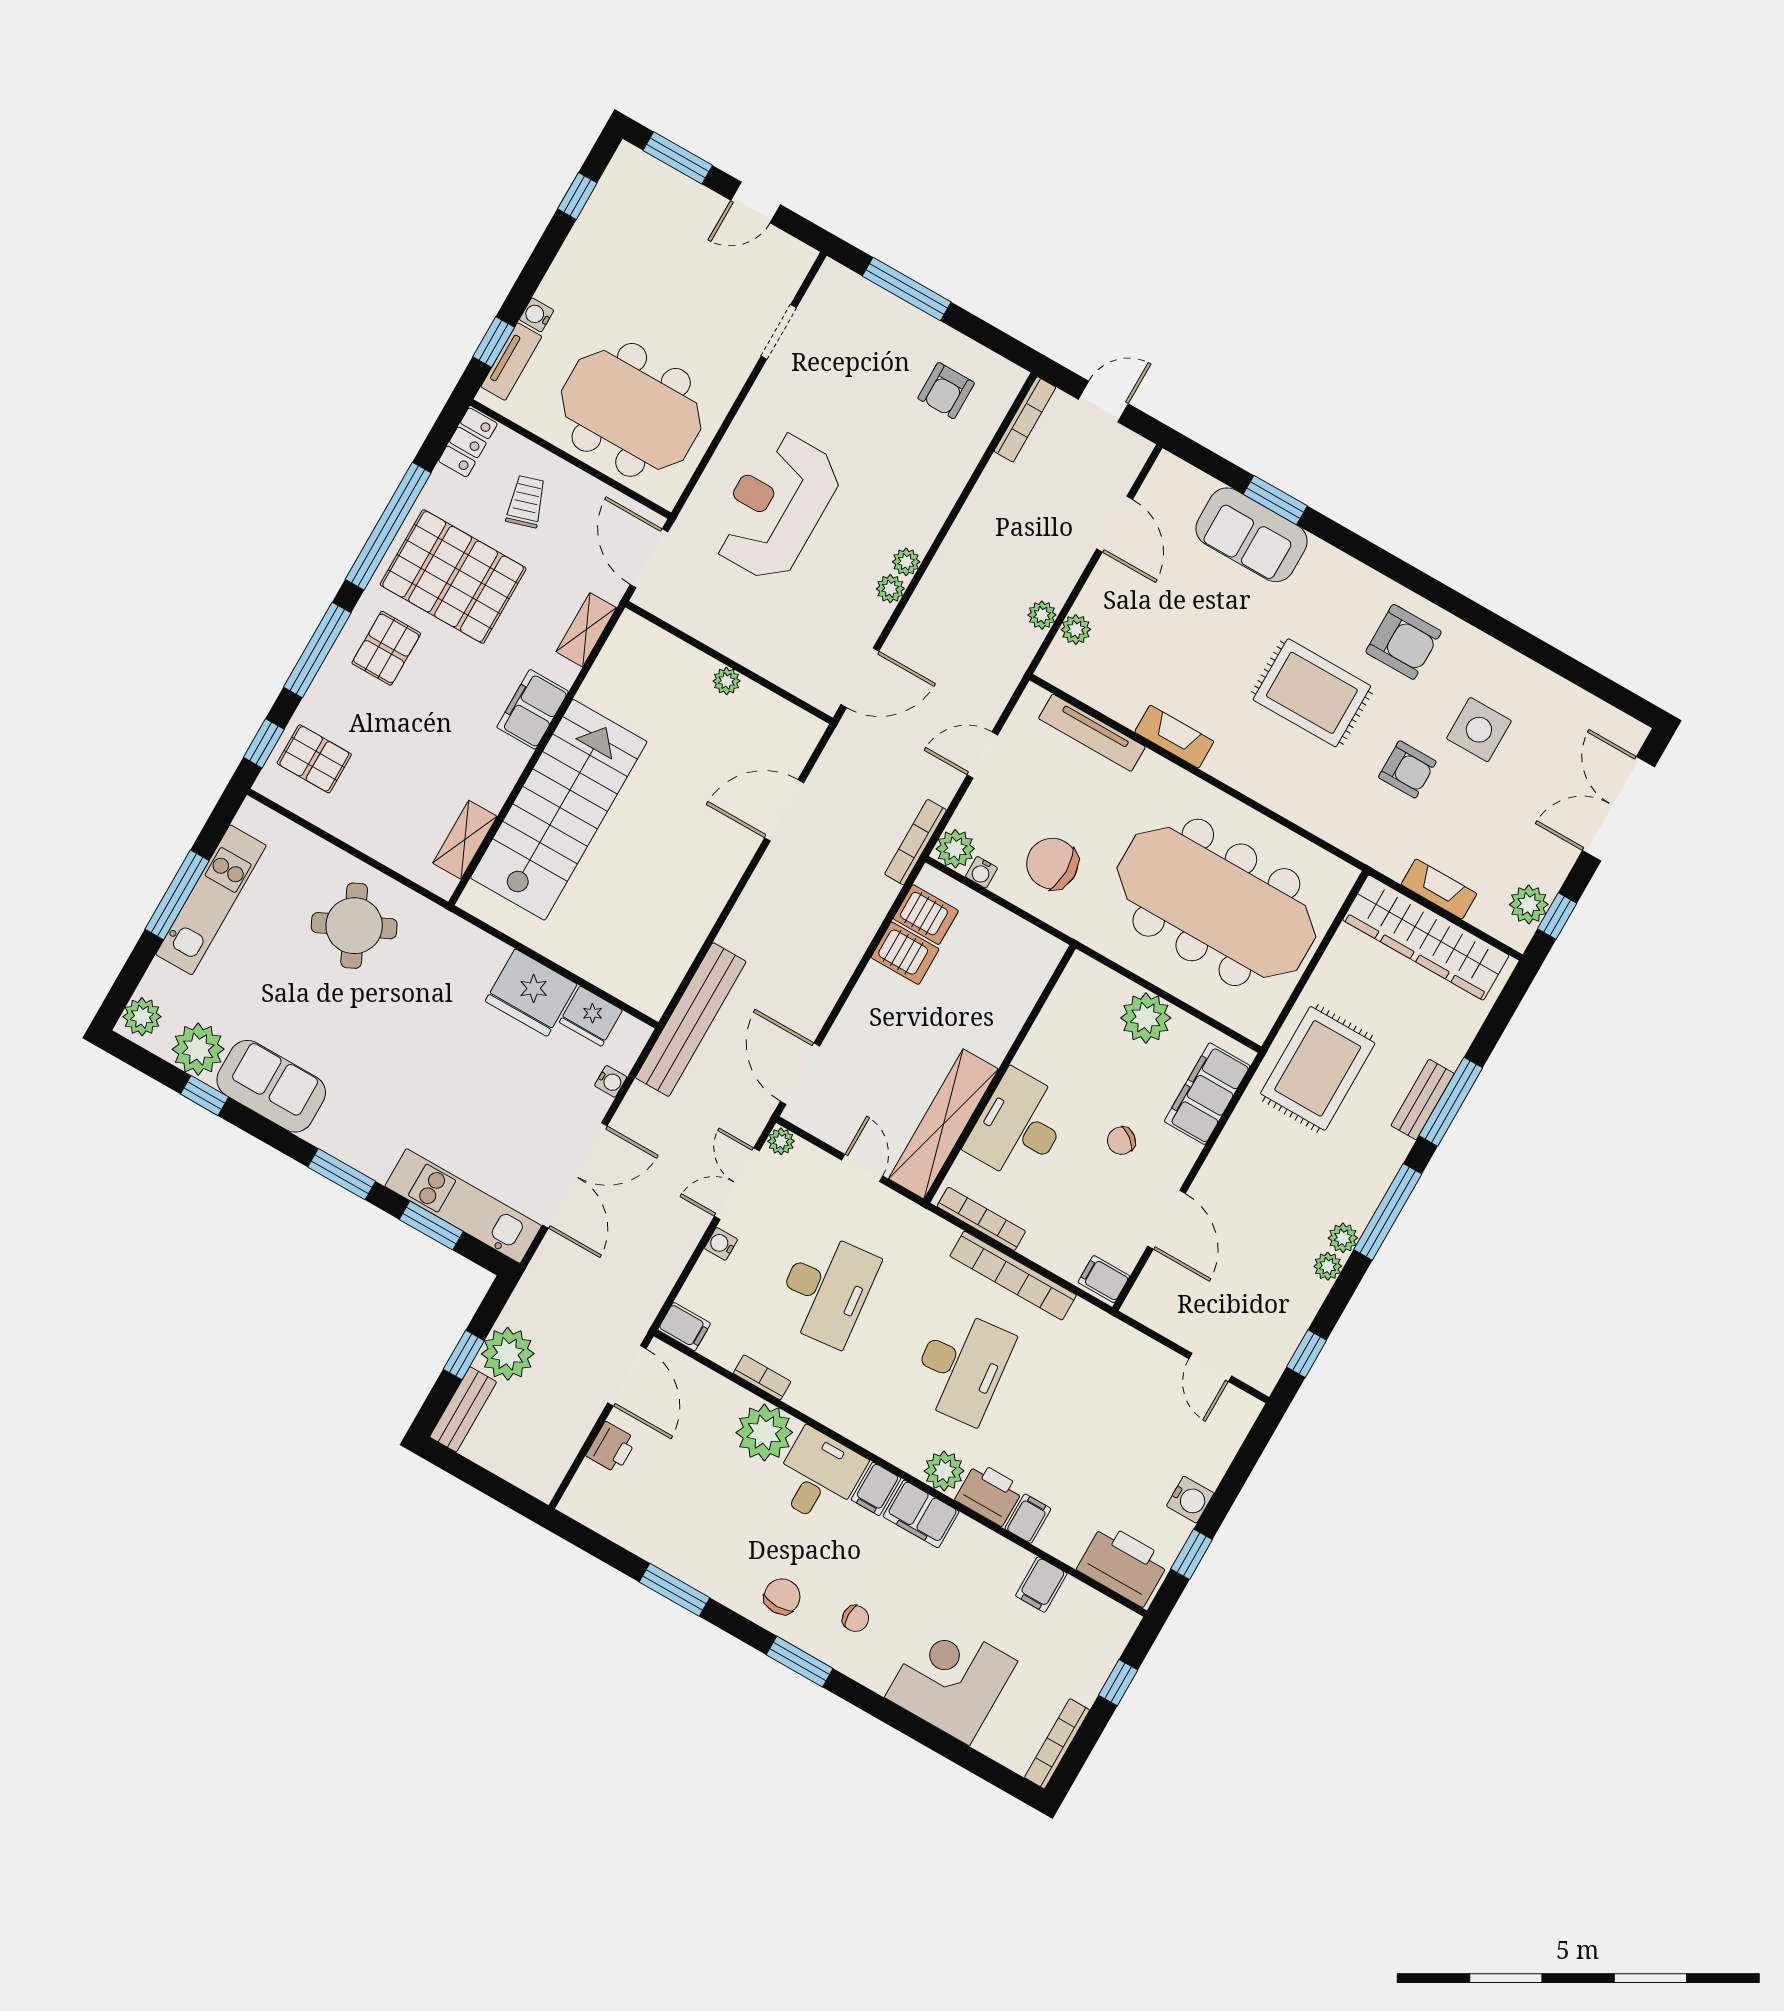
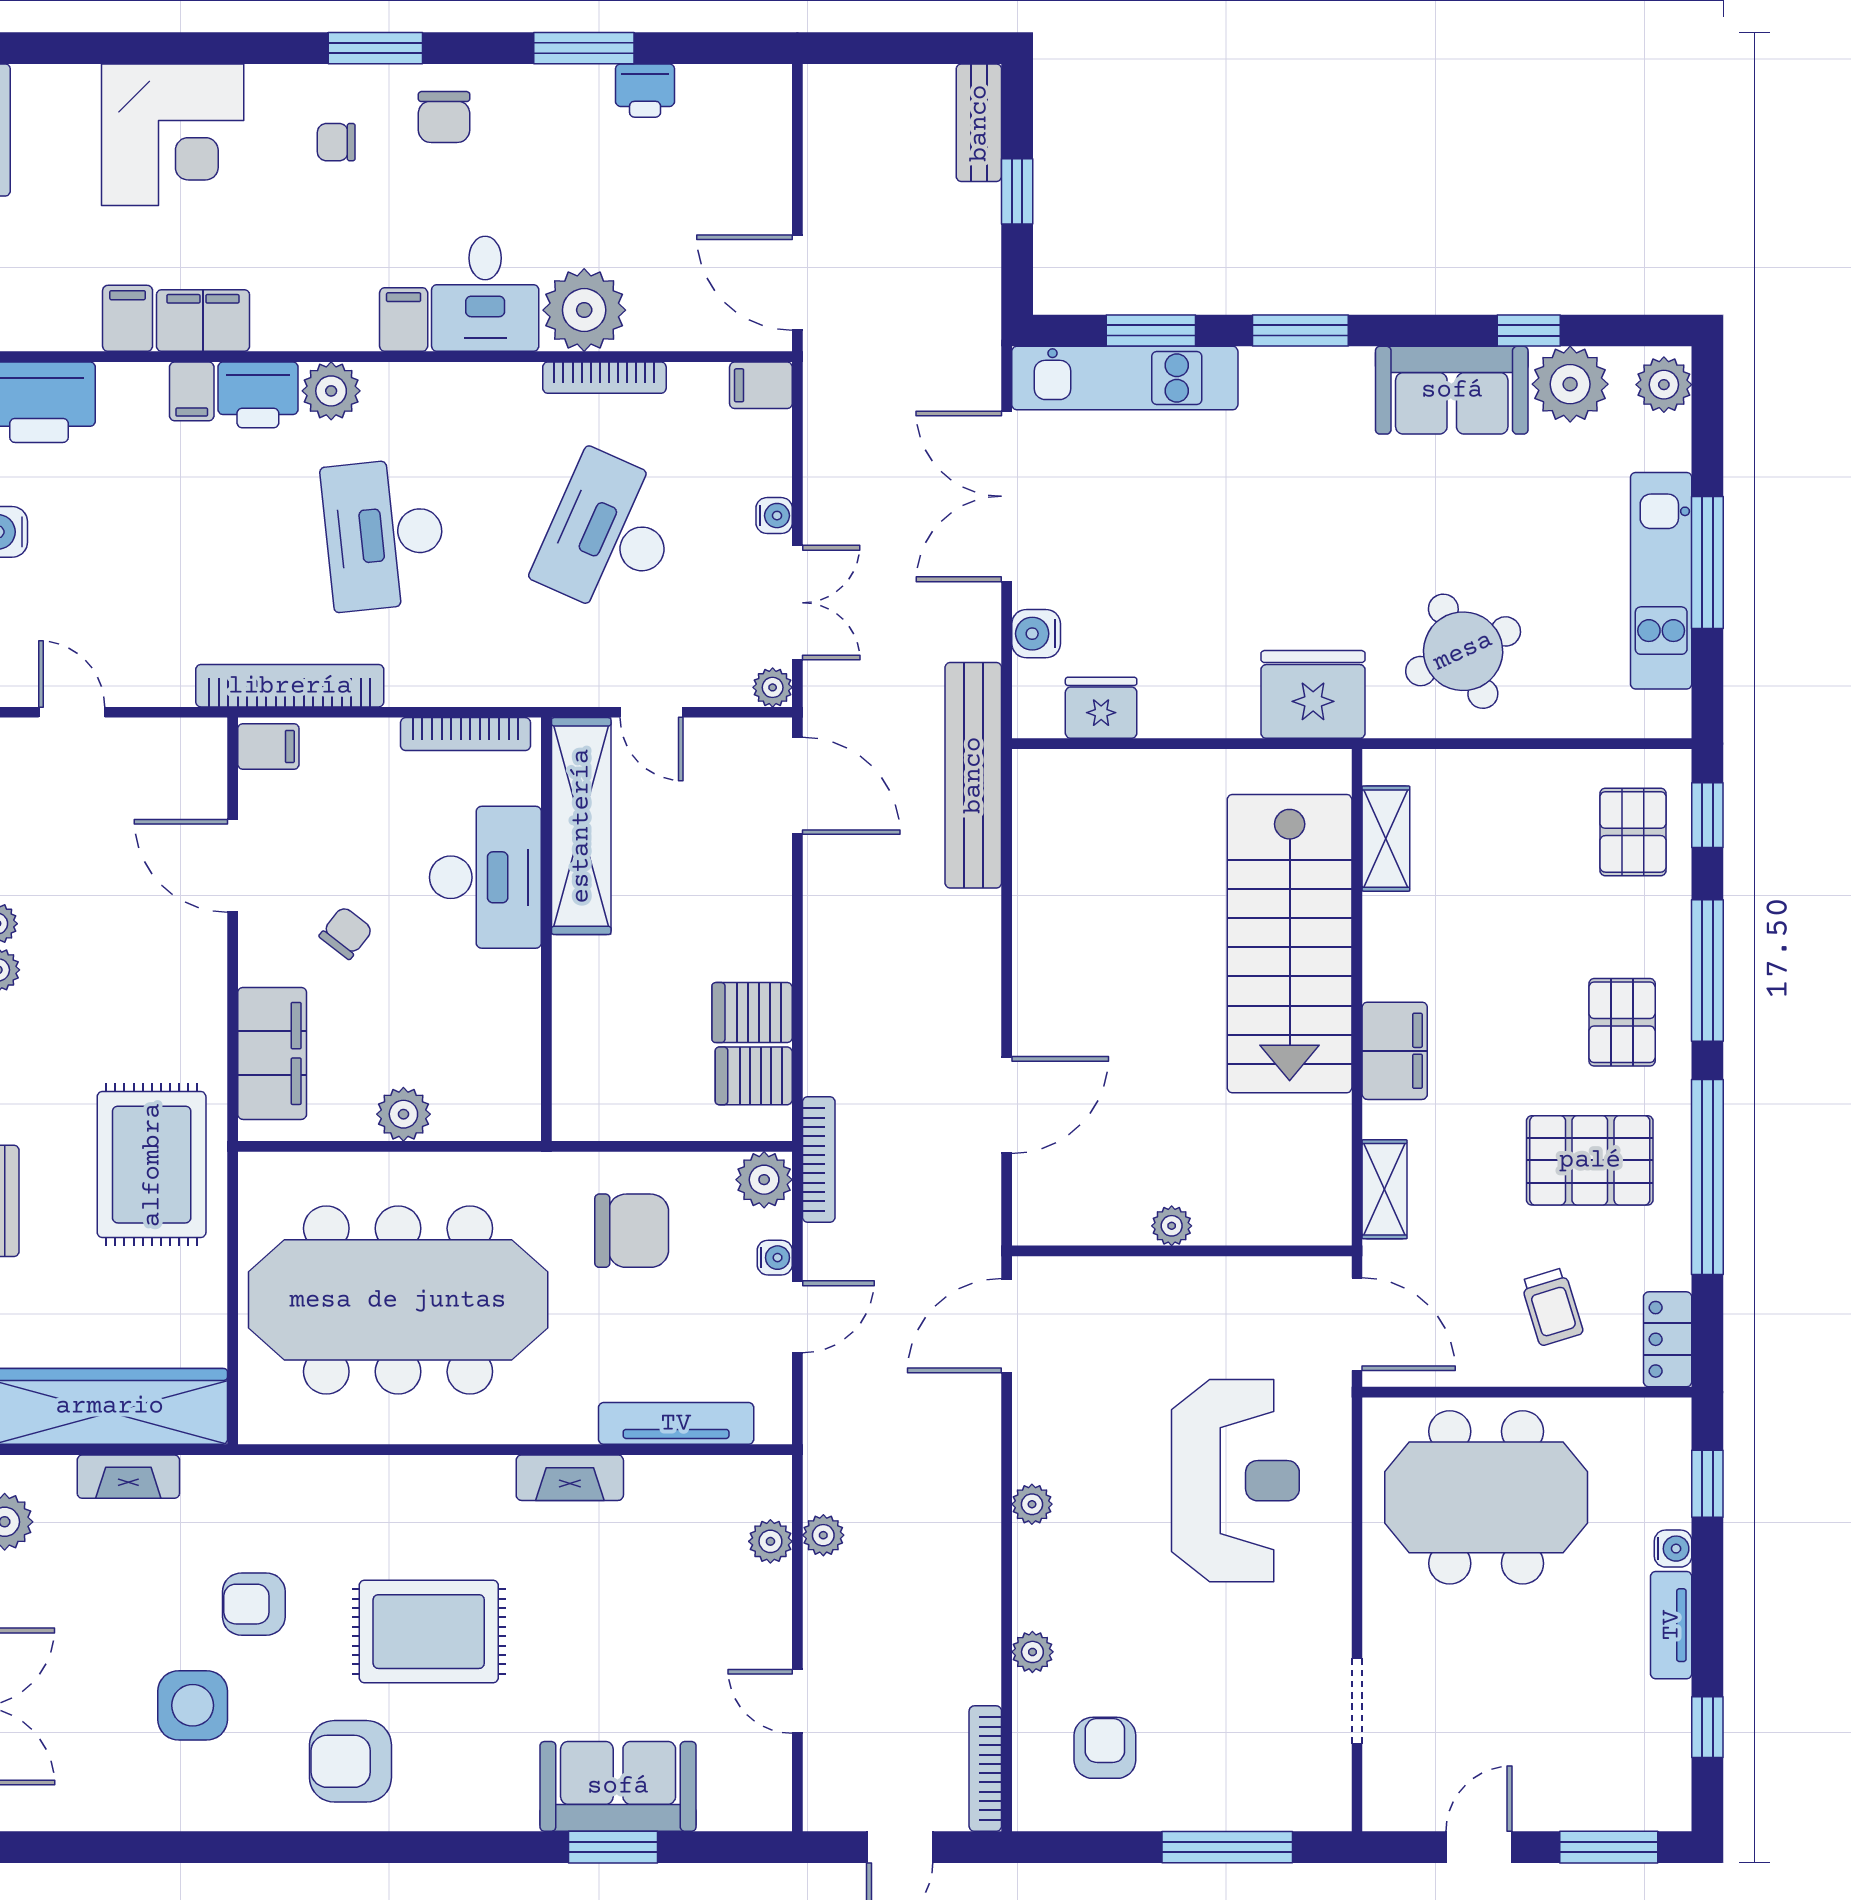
tv unit: (511, 362) -> (1671, 1625), moved
door: (1115, 524) -> (797, 1701), width x0.73
pallet: (453, 577) -> (1590, 1160), width x0.73, depth x0.71
plant: (890, 589) -> (1032, 1652), moved
pallet: (314, 759) -> (1633, 832), turned 90
water cooler: (981, 872) -> (775, 1258), moved, turned 90
fridge: (531, 993) -> (1313, 694), moved
plant: (1146, 1018) -> (403, 1114), width x0.73, depth x0.73
water cooler: (611, 1081) -> (1036, 634), width x1.38, depth x1.38
bookcase: (1013, 1276) -> (290, 686), moved
desk: (826, 1289) -> (609, 534), turned 30
plant: (508, 1354) -> (963, 224), removed
bookcase: (762, 1377) -> (604, 378), width x1.56
printer: (611, 1447) -> (645, 91), moved, turned -90
filing cabinet: (921, 1514) -> (203, 320), moved

